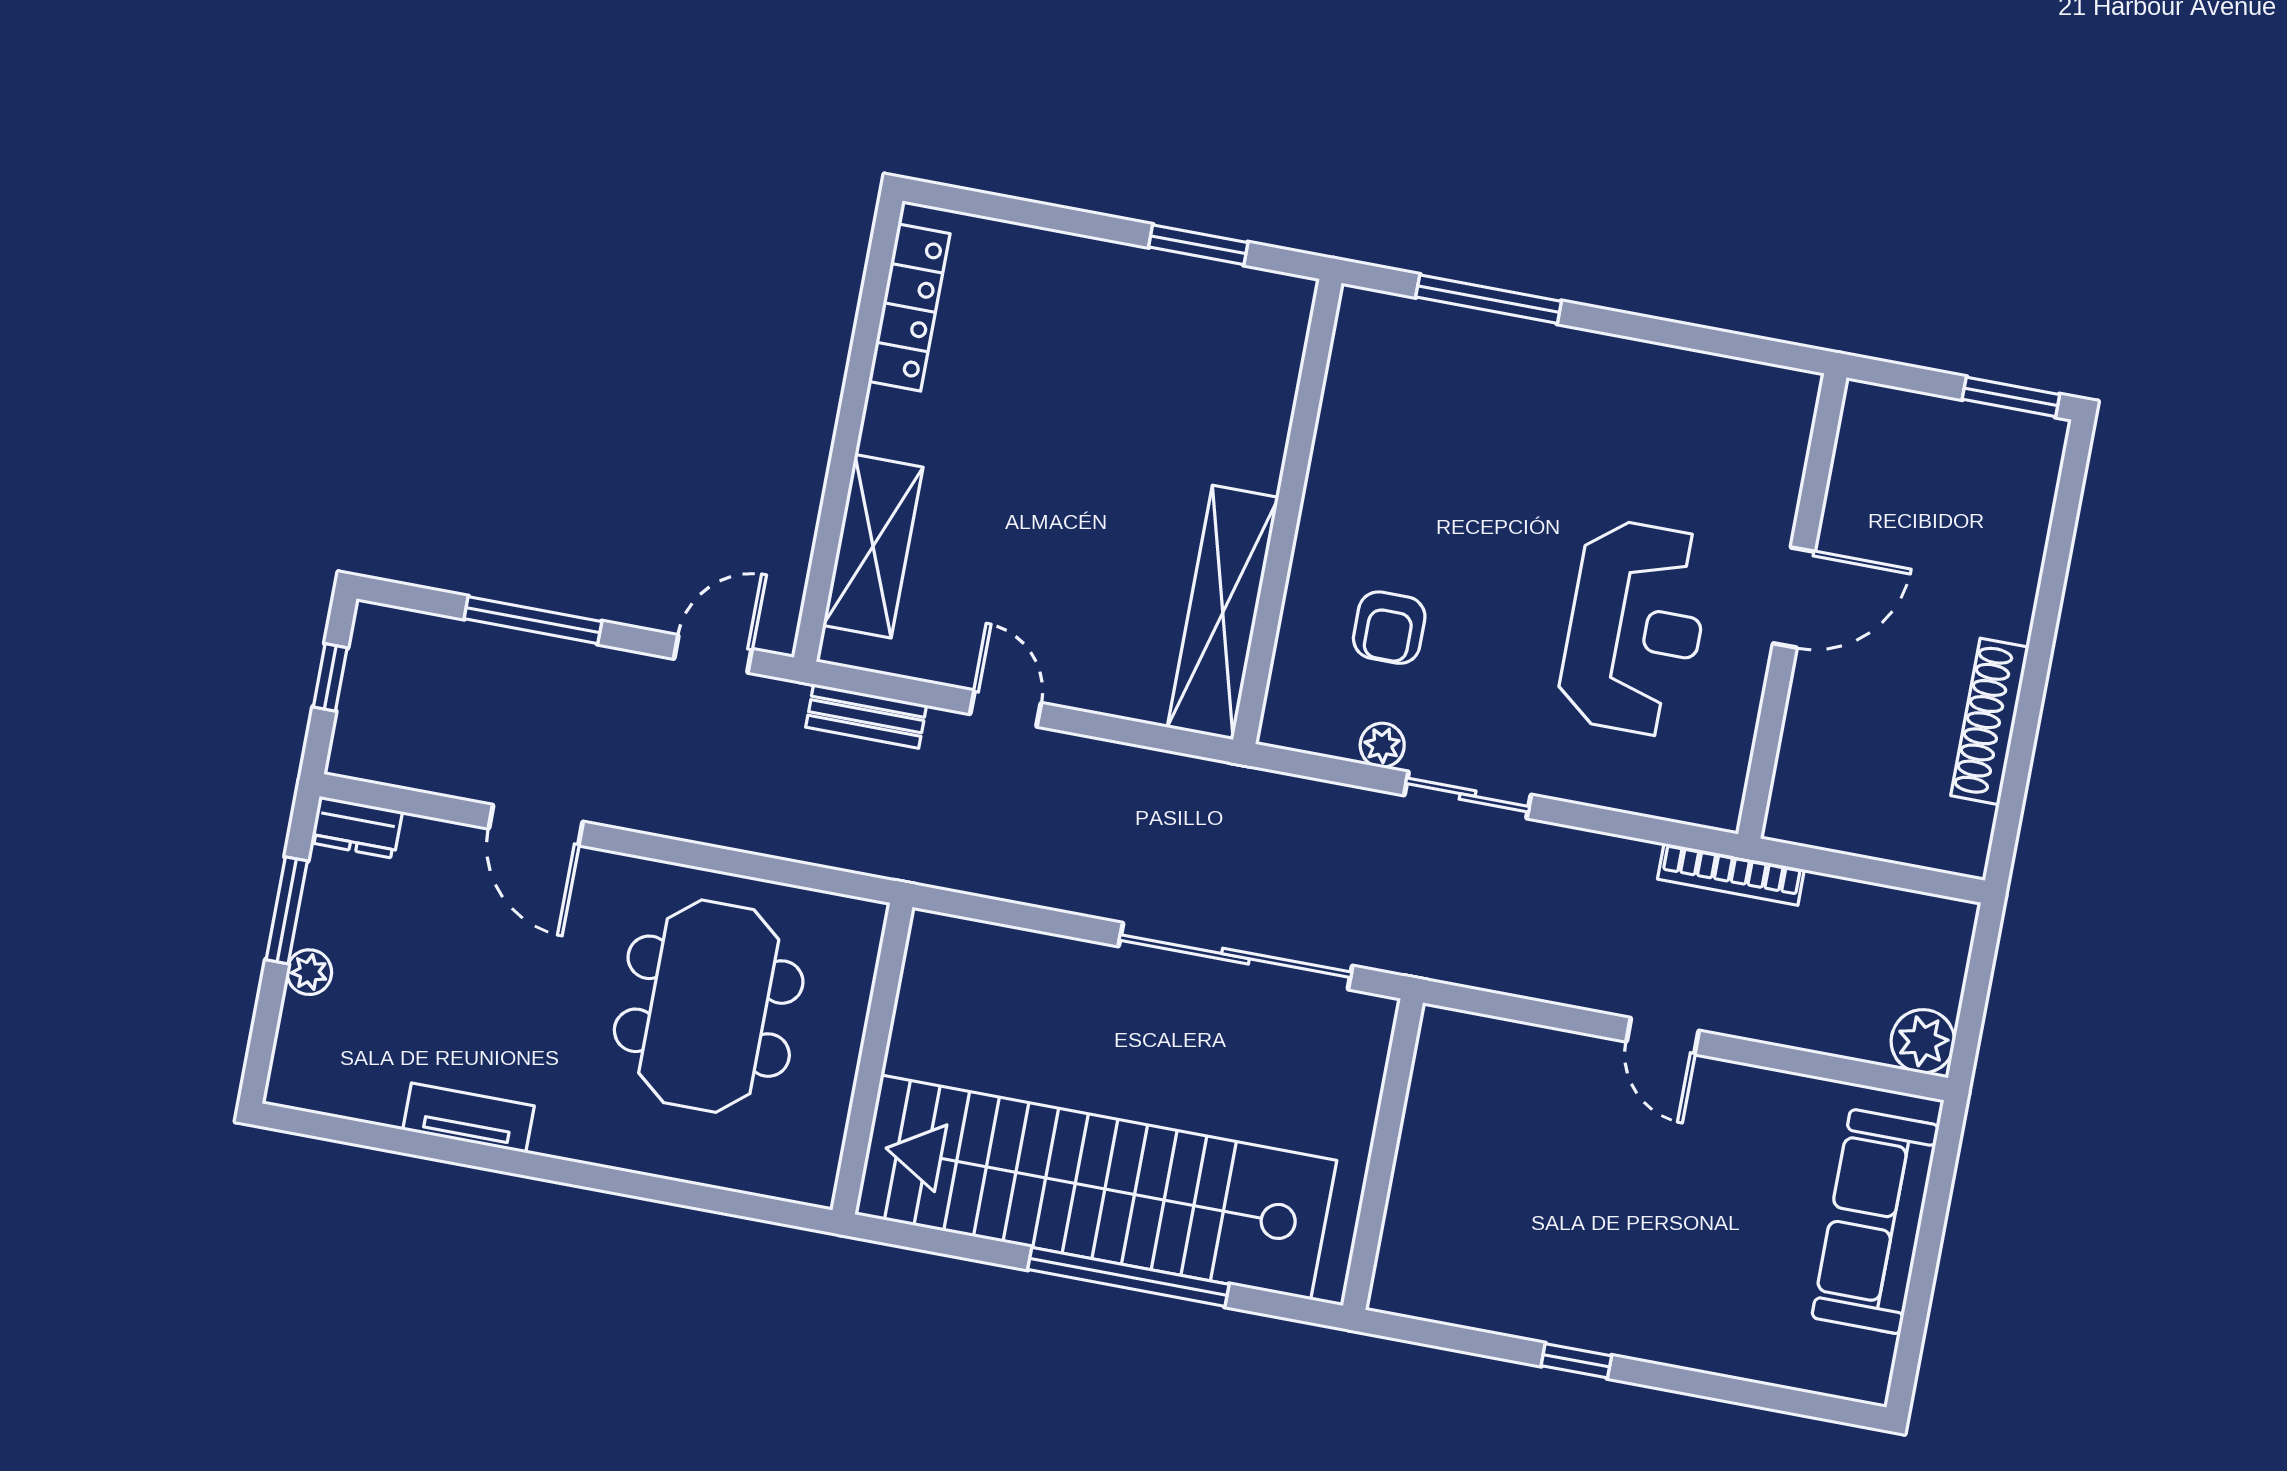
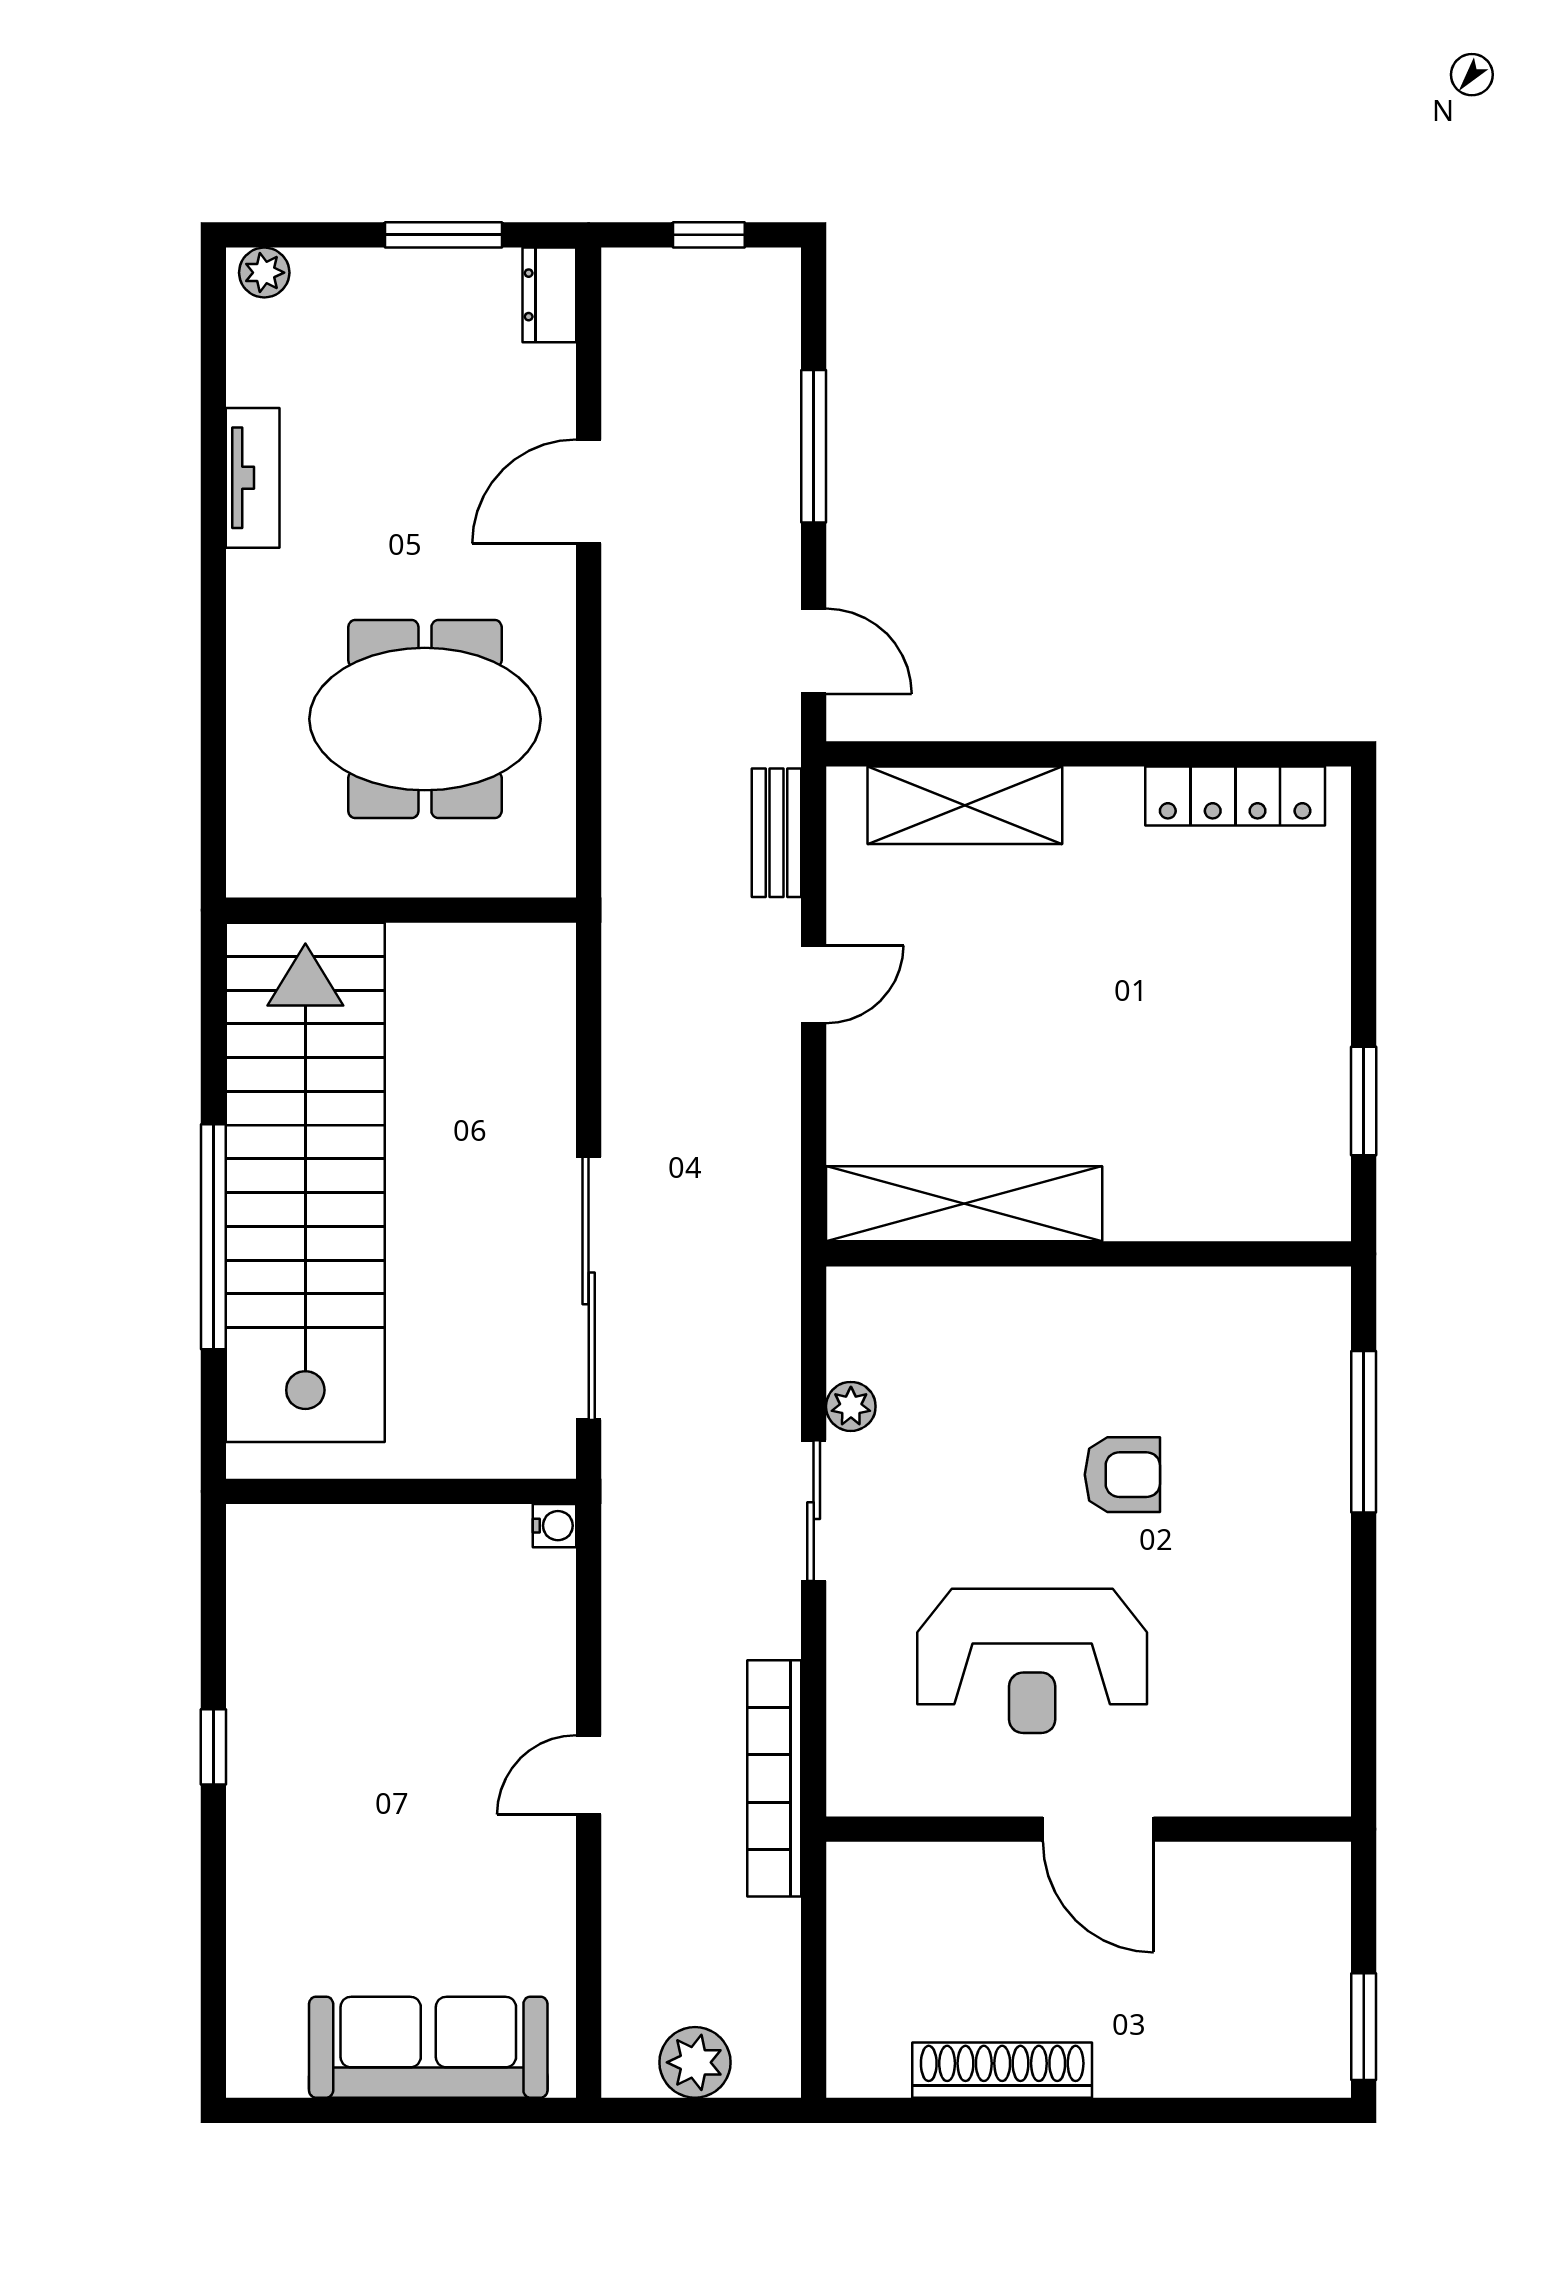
armchair: (1389, 628) -> (1122, 1475), moved, turned 180
bookcase: (1731, 874) -> (774, 1778), width x1.48, depth x1.31
plant: (309, 972) -> (264, 273), moved
water cooler: (1438, 1025) -> (554, 1526), added
plant: (1923, 1041) -> (695, 2062), moved

